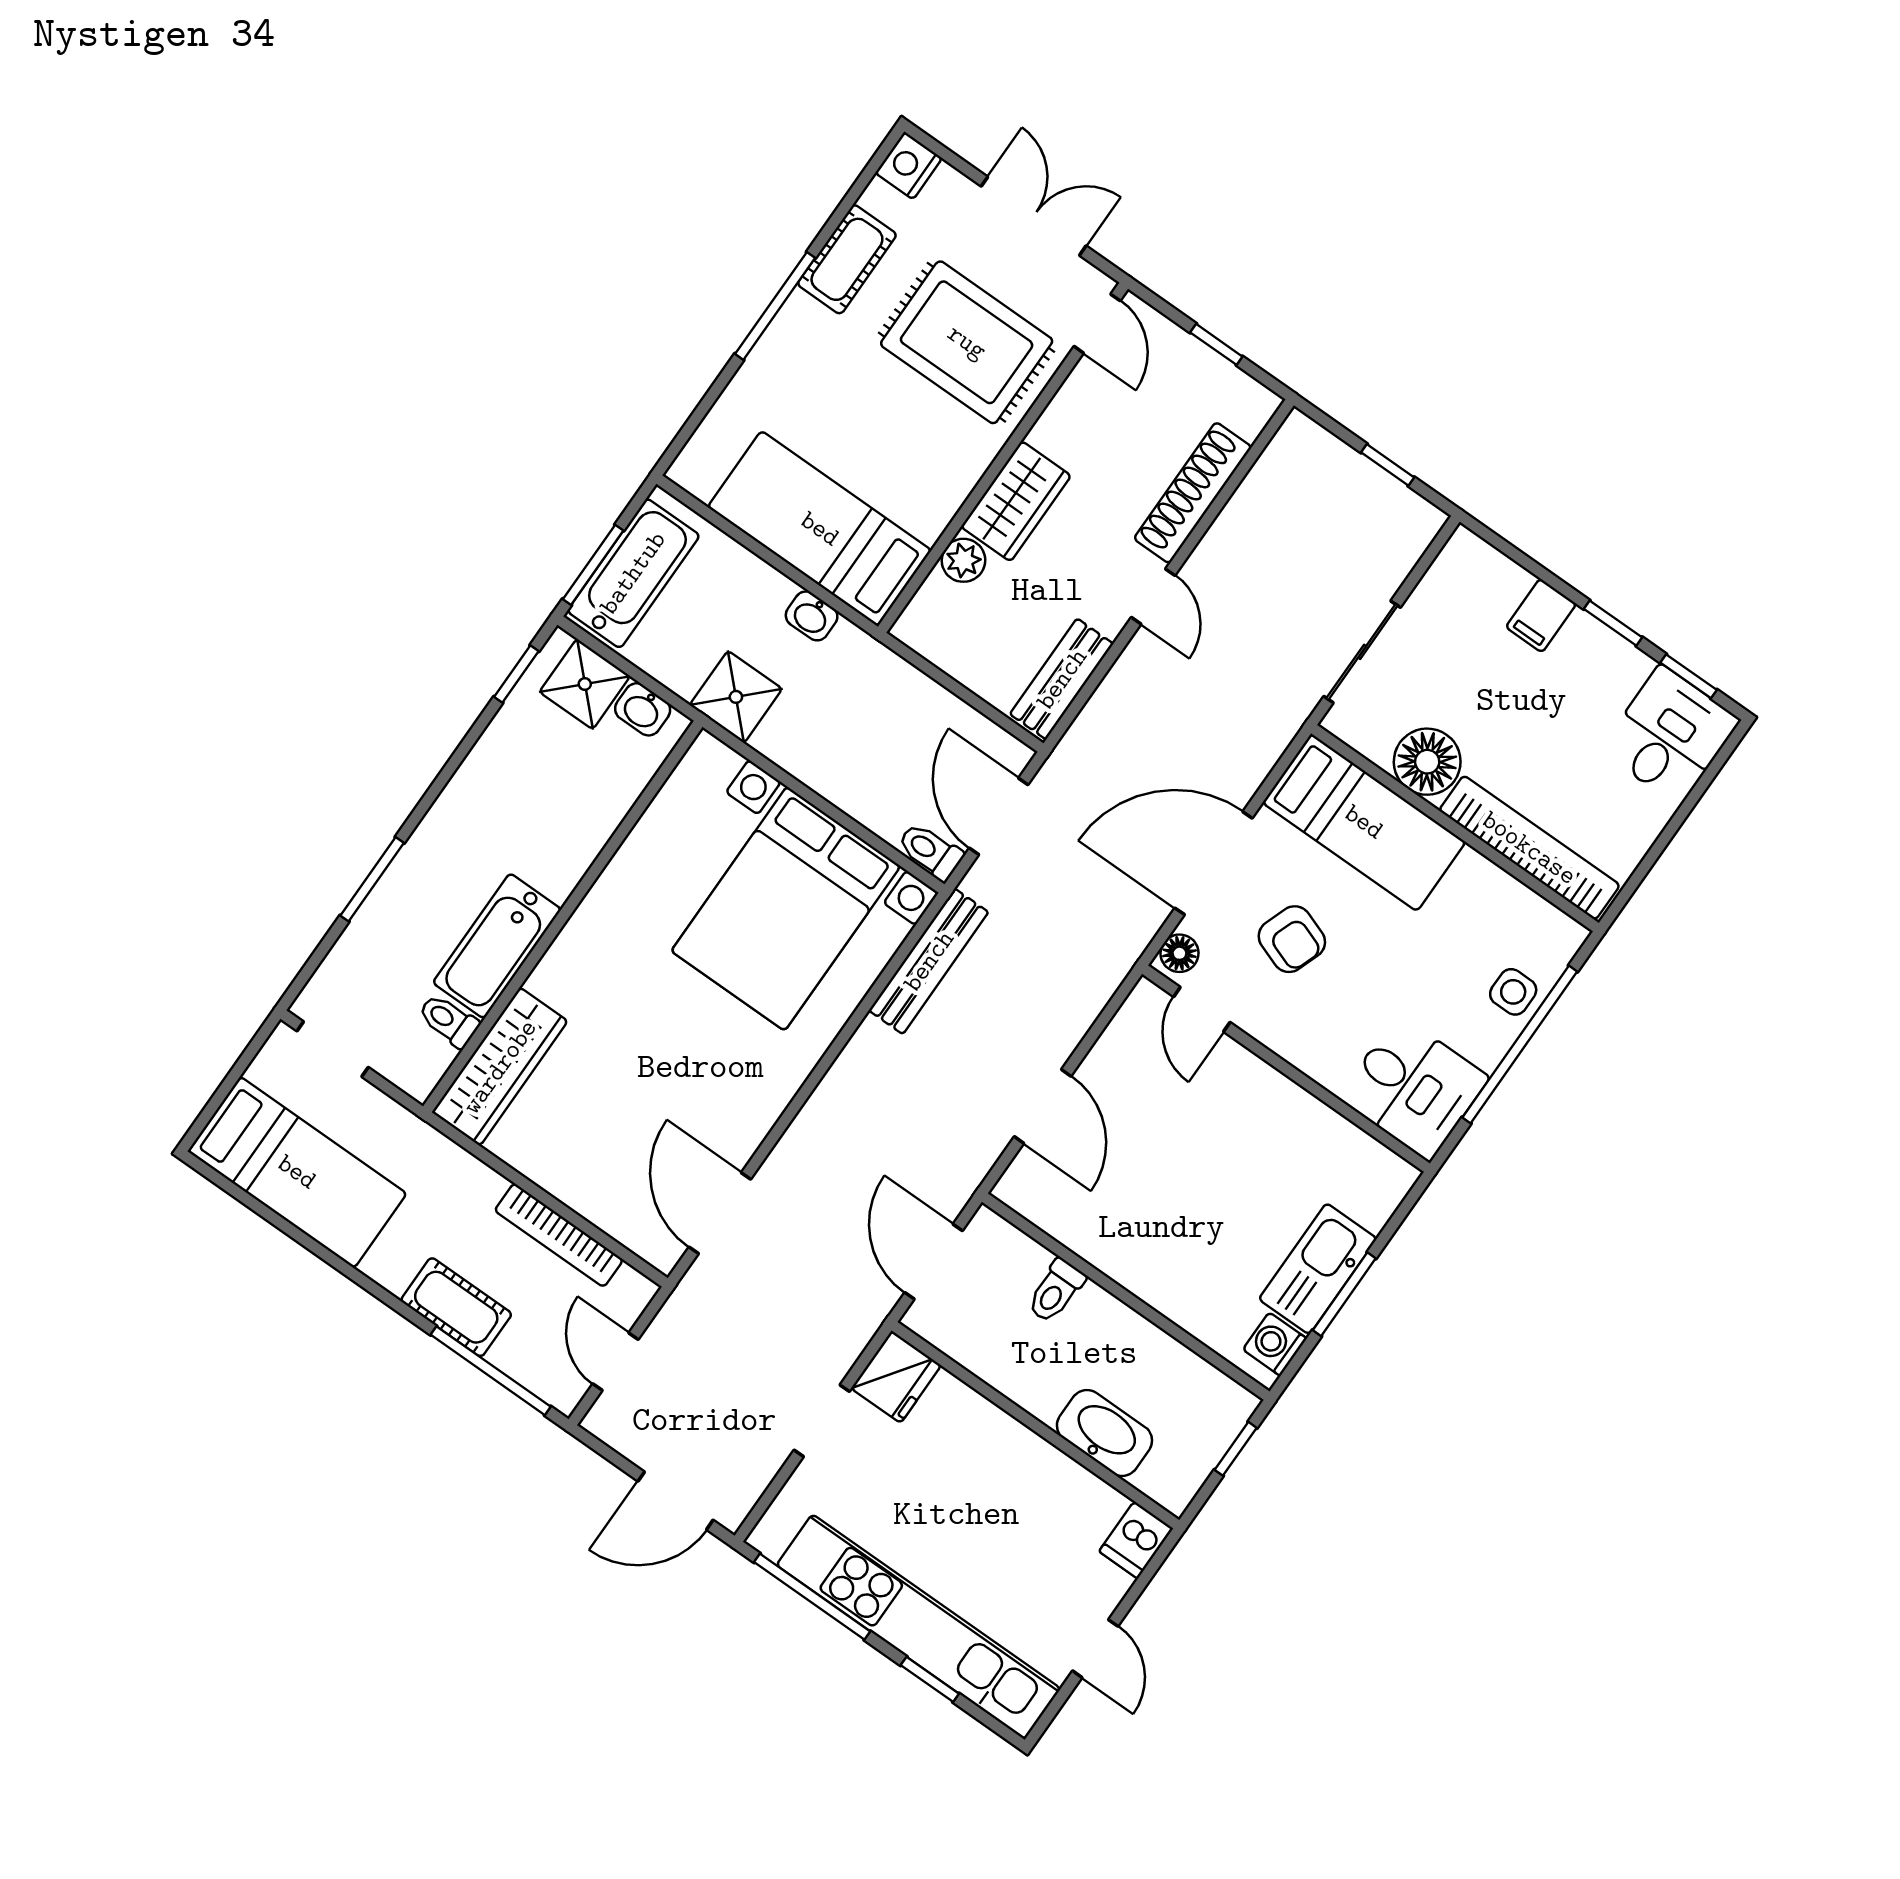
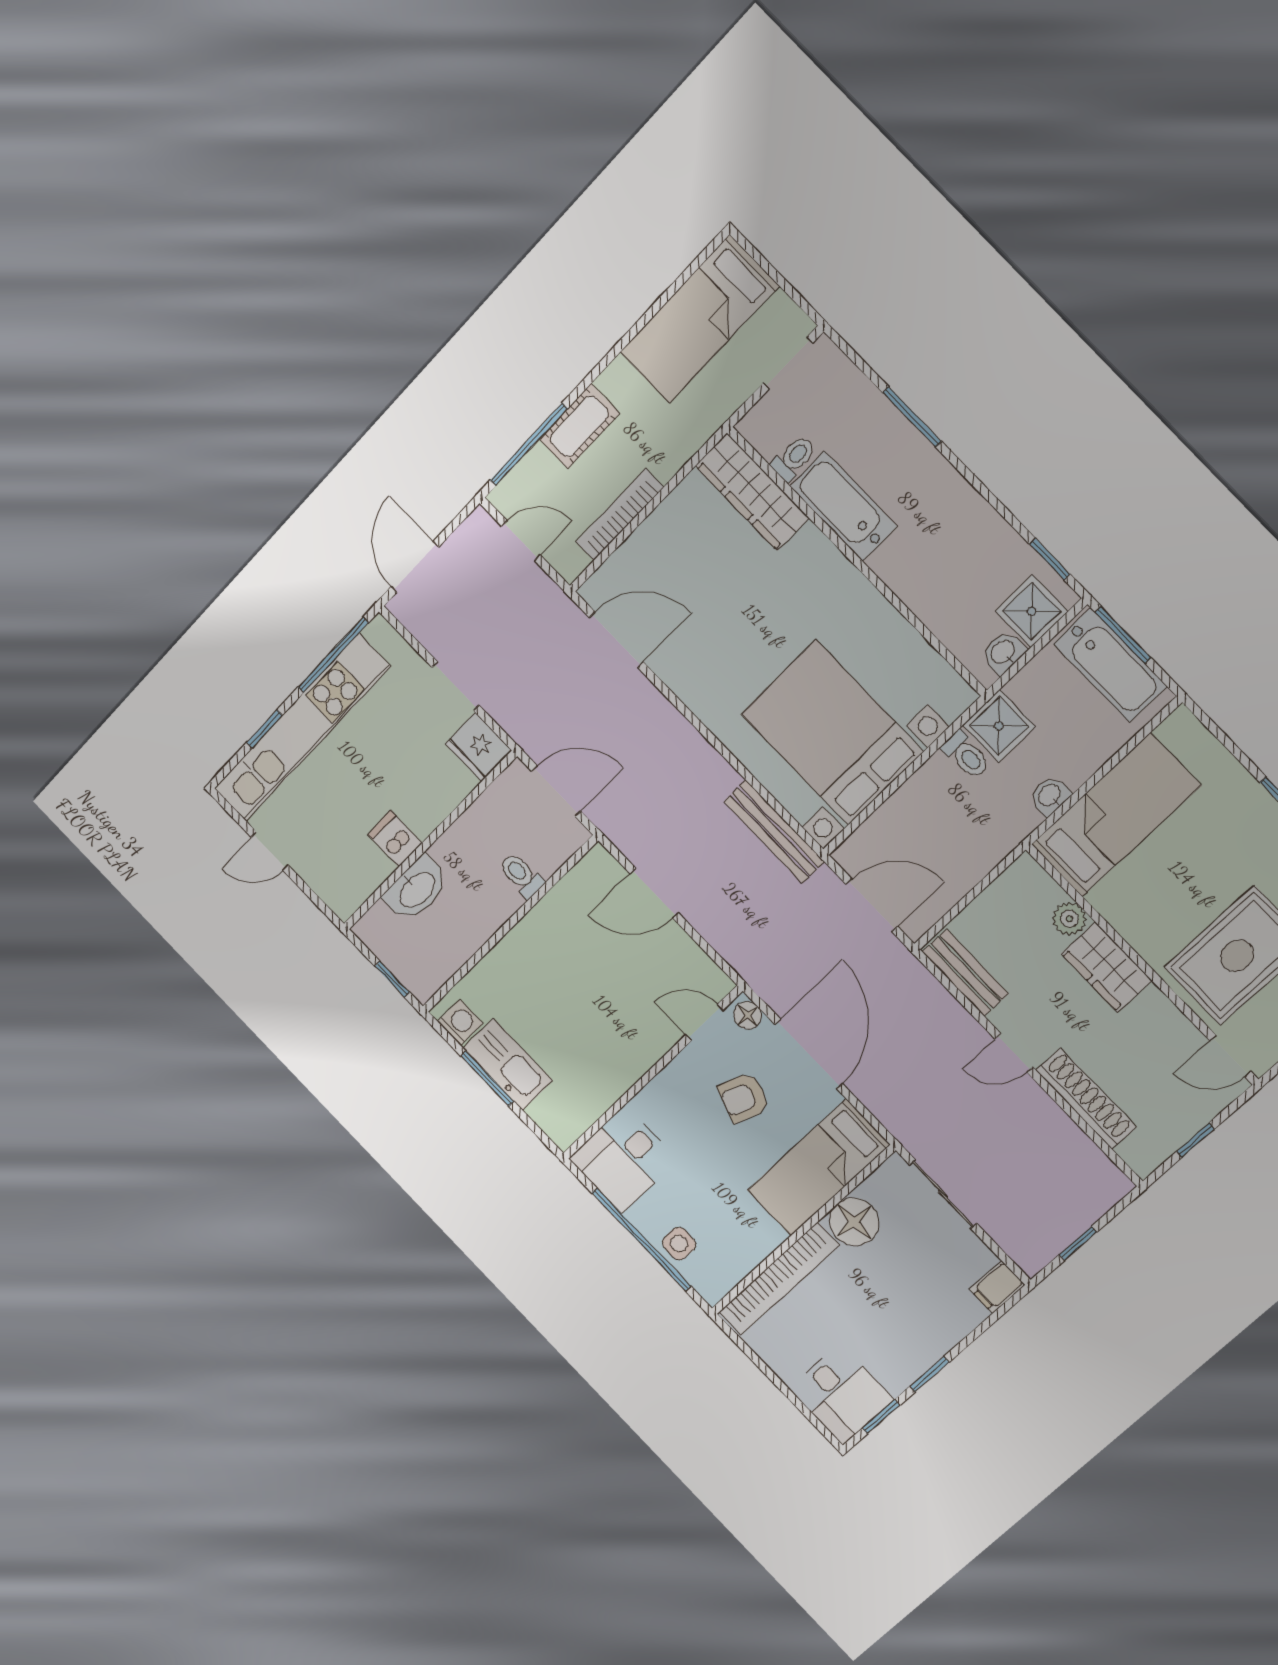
filing cabinet: (1541, 616) -> (997, 1287), moved, turned -90
toilet: (930, 851) -> (966, 755), moved, turned 90
dishwasher: (1136, 1540) -> (395, 839), moved

